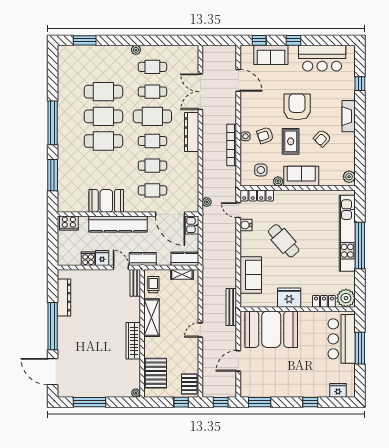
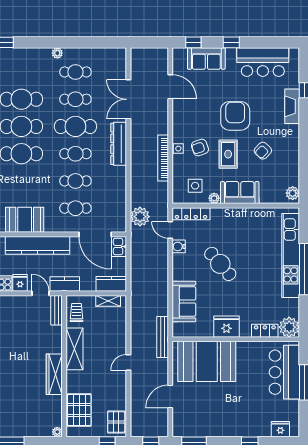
fireplace: (349, 116) -> (292, 106), moved
plant: (207, 202) -> (140, 217), width x1.87, depth x1.87

